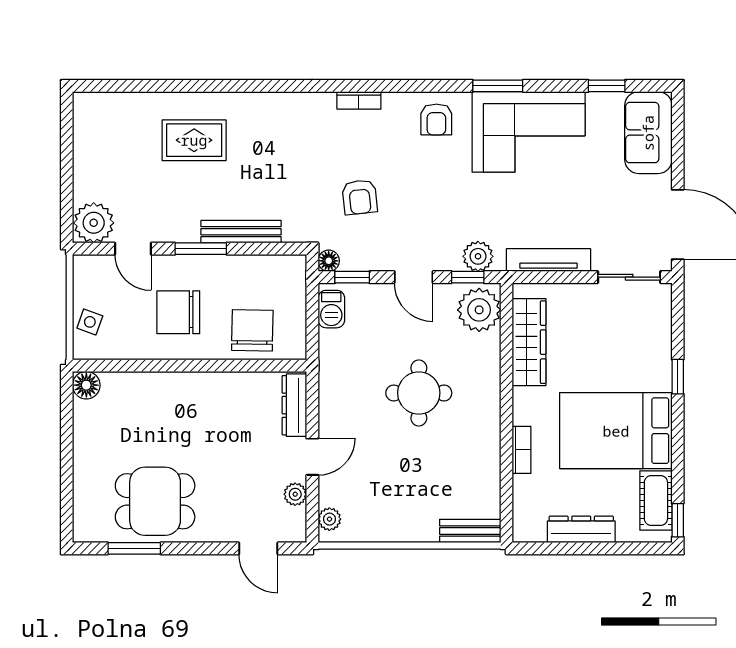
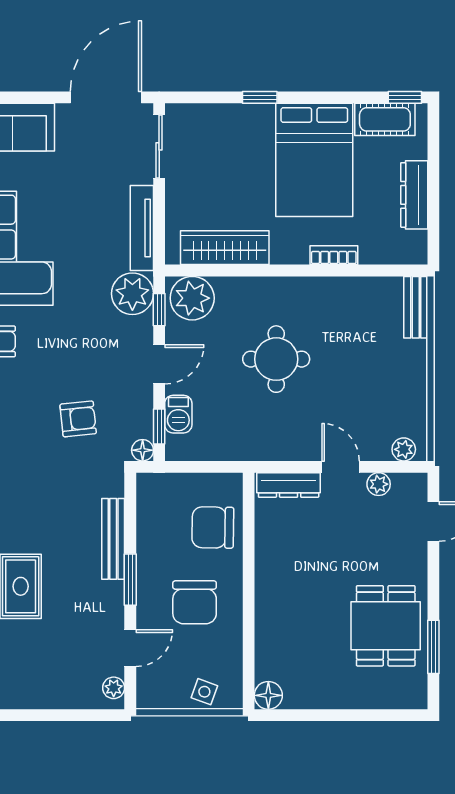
plant: (94, 223) -> (114, 688), width x0.53, depth x0.53
plant: (478, 256) -> (132, 294), width x1.36, depth x1.36
barbecue: (331, 309) -> (178, 414), moved, turned 90

